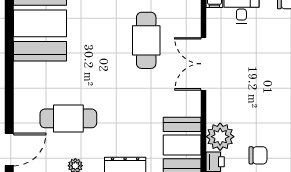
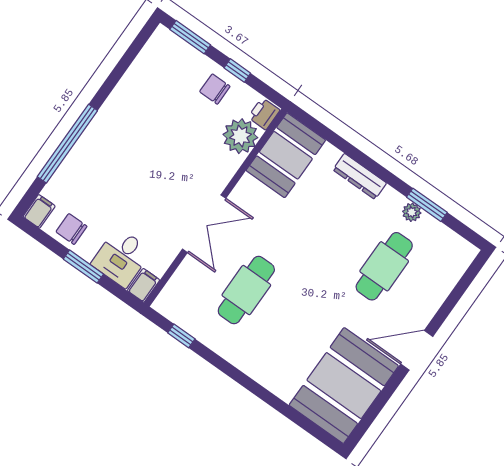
cafe table: (68, 118) -> (384, 266), turned 90
door: (9, 150) -> (417, 350), moved

